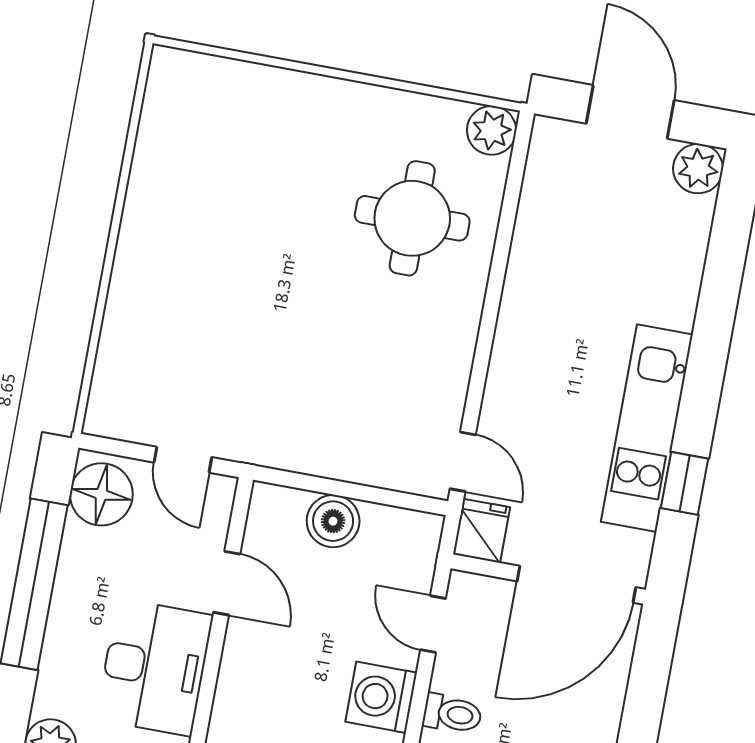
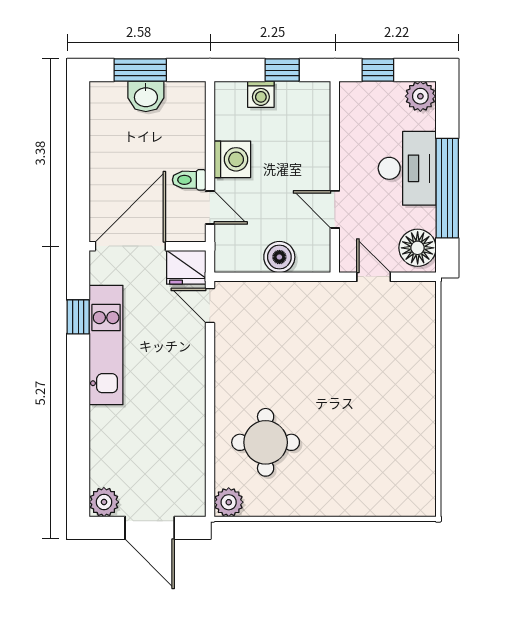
fridge: (481, 531) -> (186, 267), width x1.38
desk: (155, 667) -> (407, 168), moved, turned 180
toilet: (452, 714) -> (189, 180), moved

